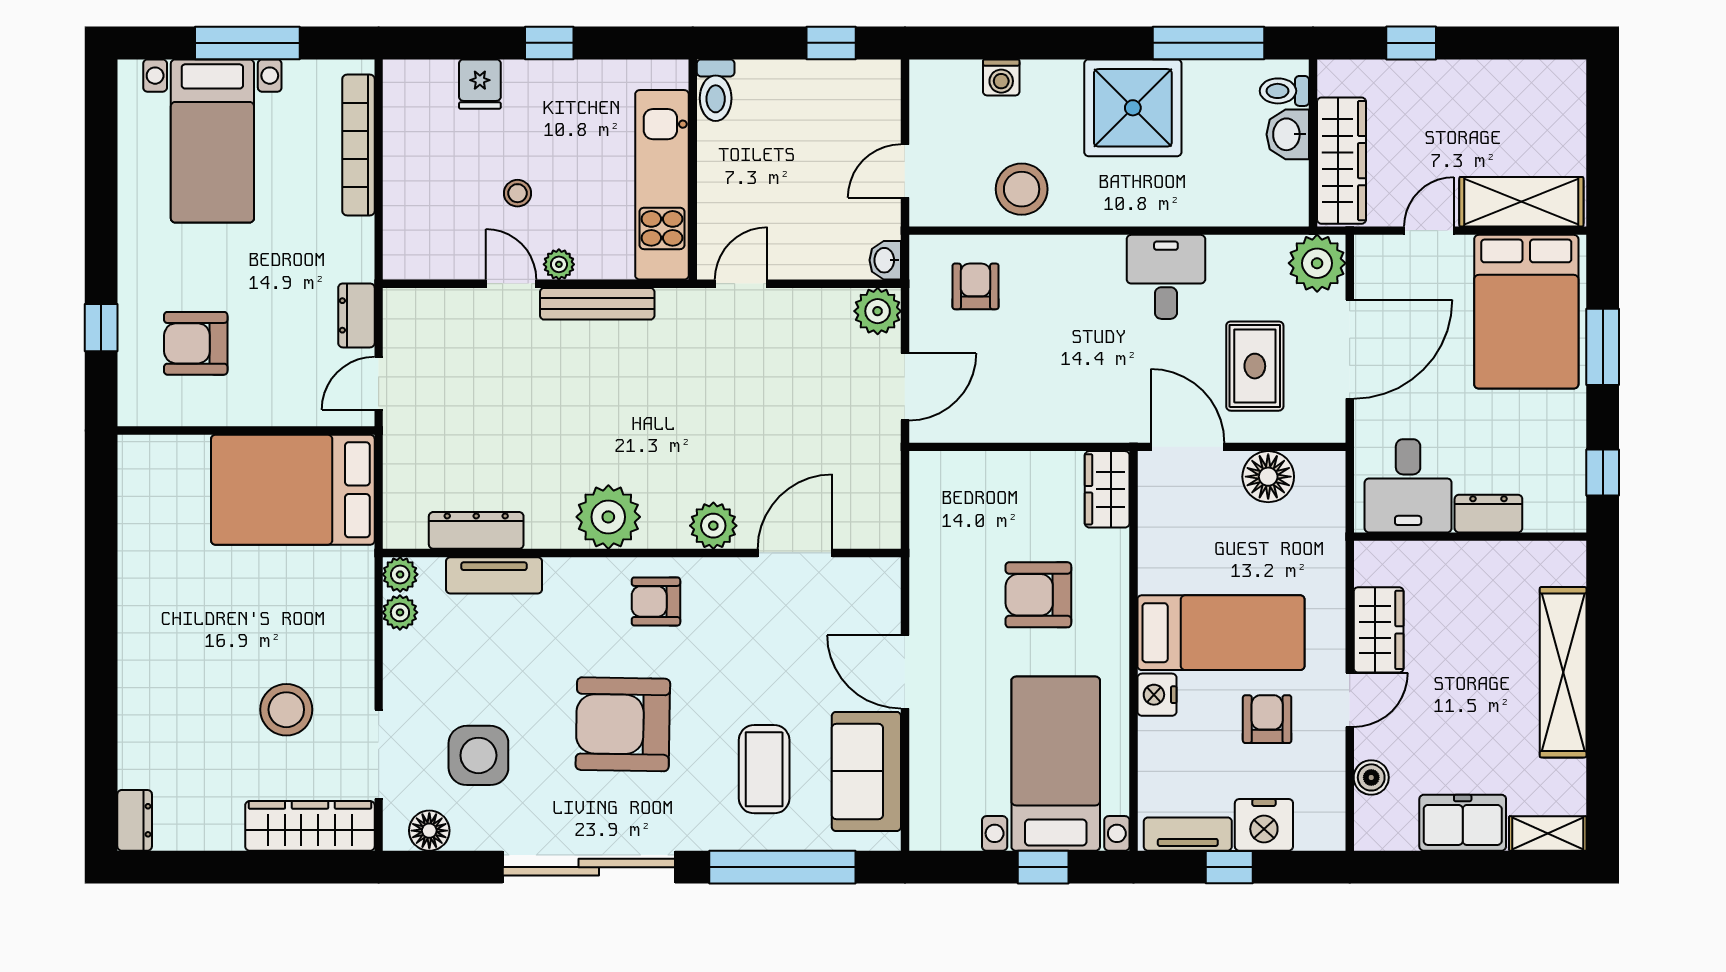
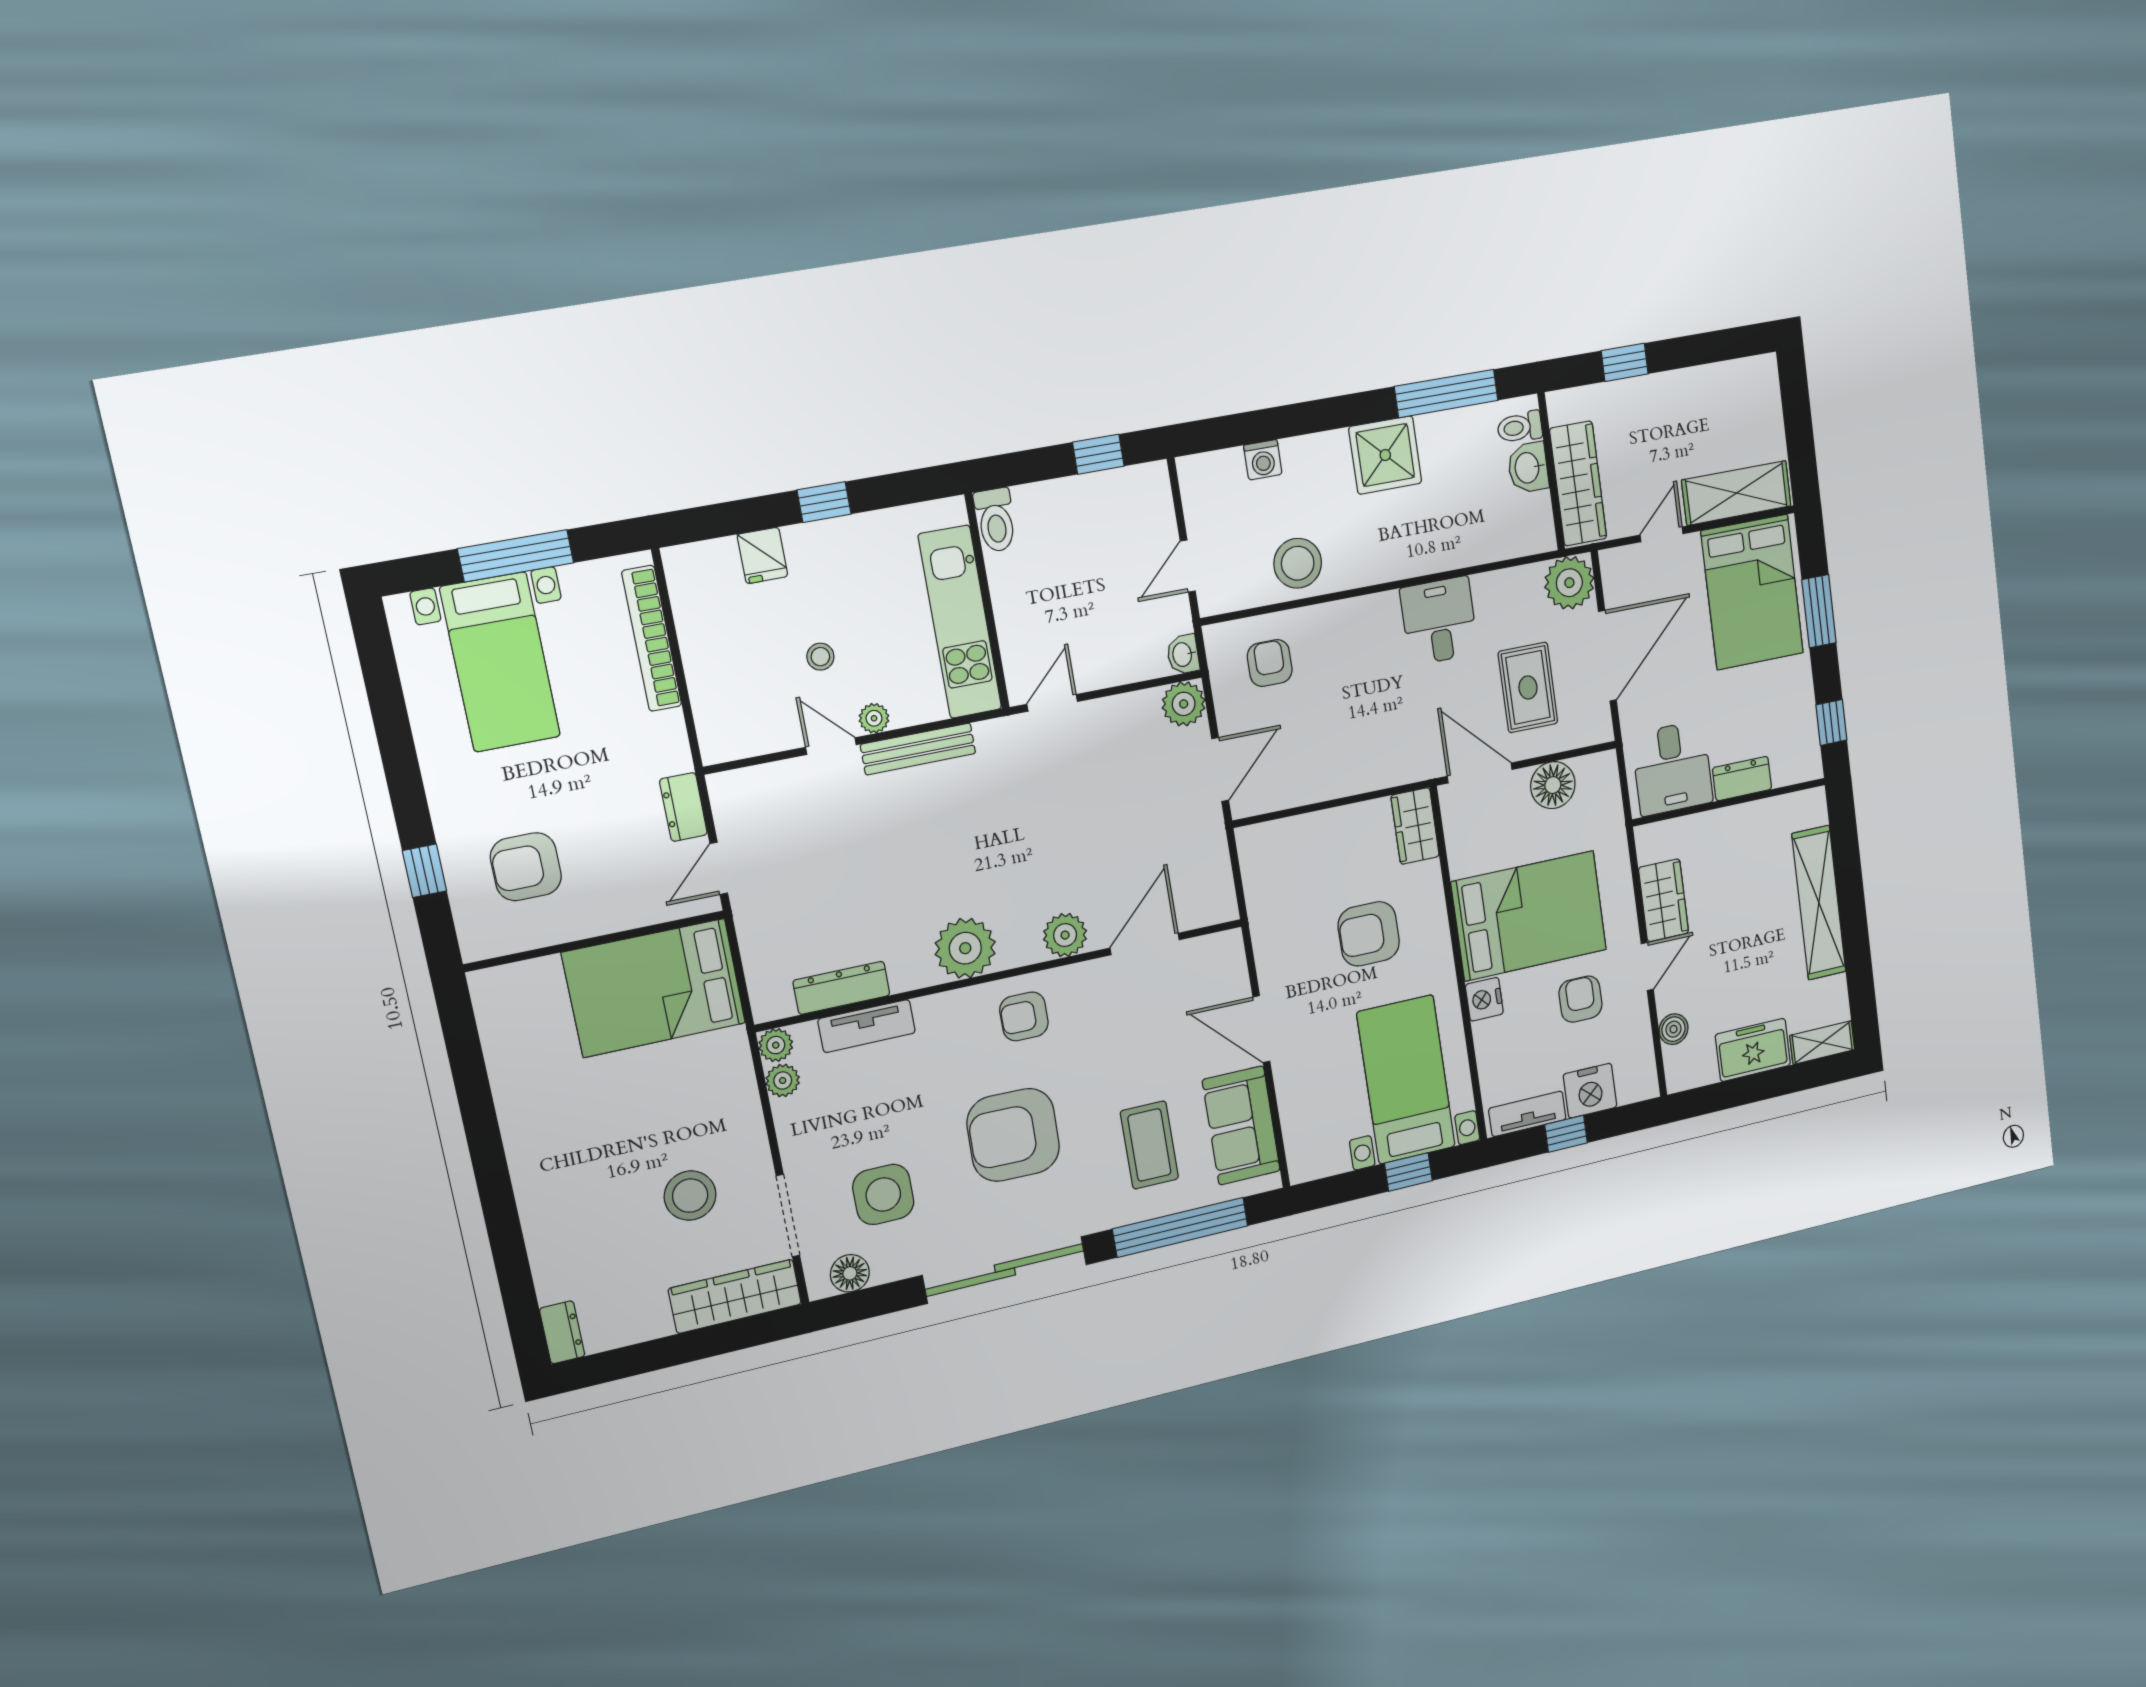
shower: (1133, 108) -> (1385, 455), width x0.73, depth x0.73
bed: (1221, 633) -> (1529, 916), width x1.50

